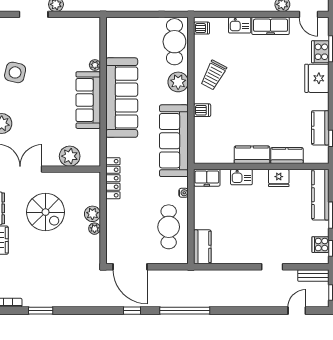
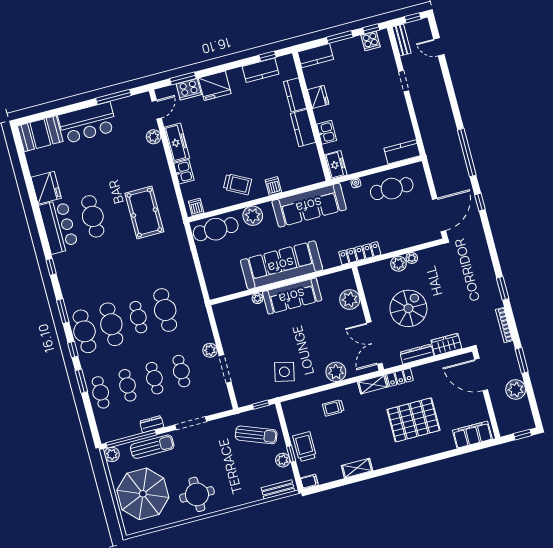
kitchen counter: (320, 195) -> (316, 56), width x0.67

